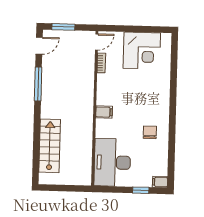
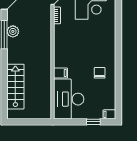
plant: (48, 80) -> (13, 31), added
filing cabinet: (104, 112) -> (60, 73), moved

